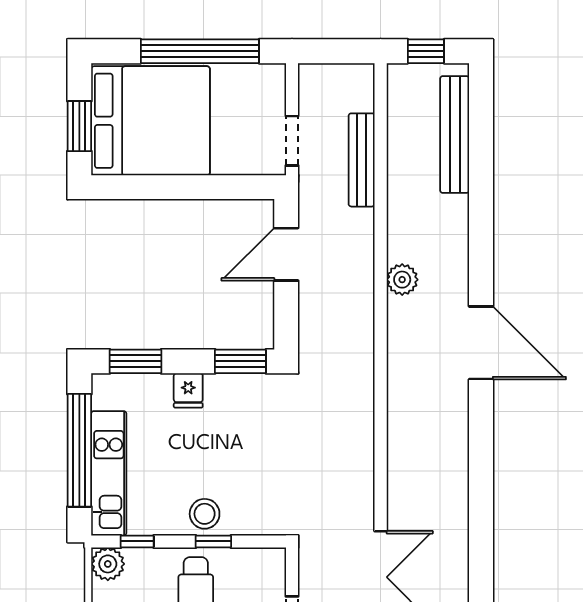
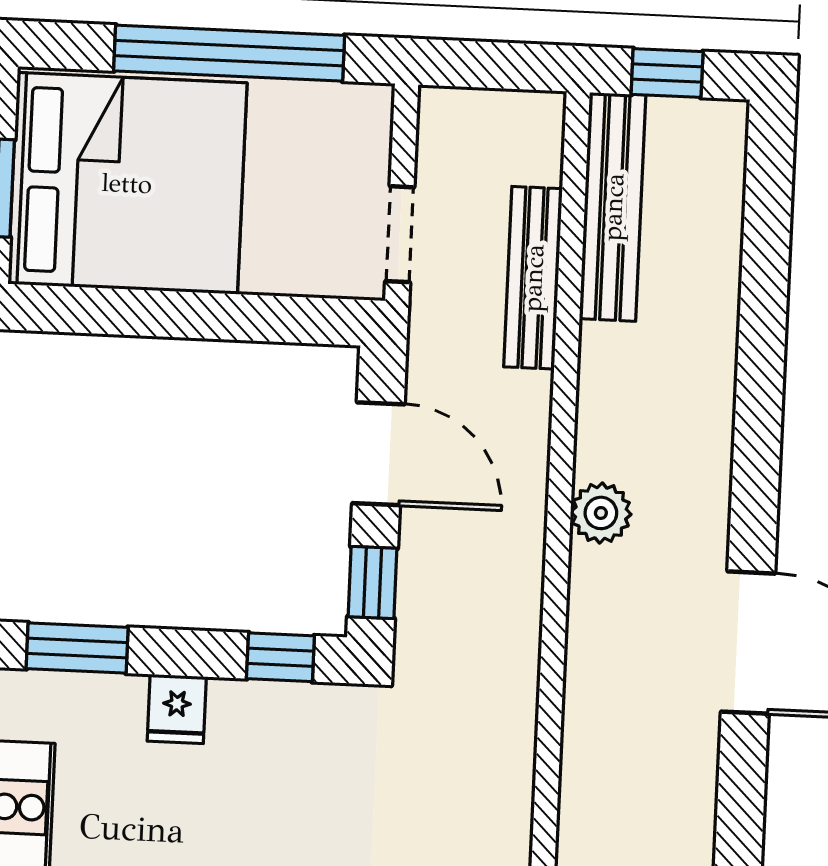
bench: (455, 134) -> (613, 207), moved
door: (286, 254) -> (378, 454), swing flipped
window: (286, 321) -> (373, 583), added
window: (240, 361) -> (280, 657), width x0.67

